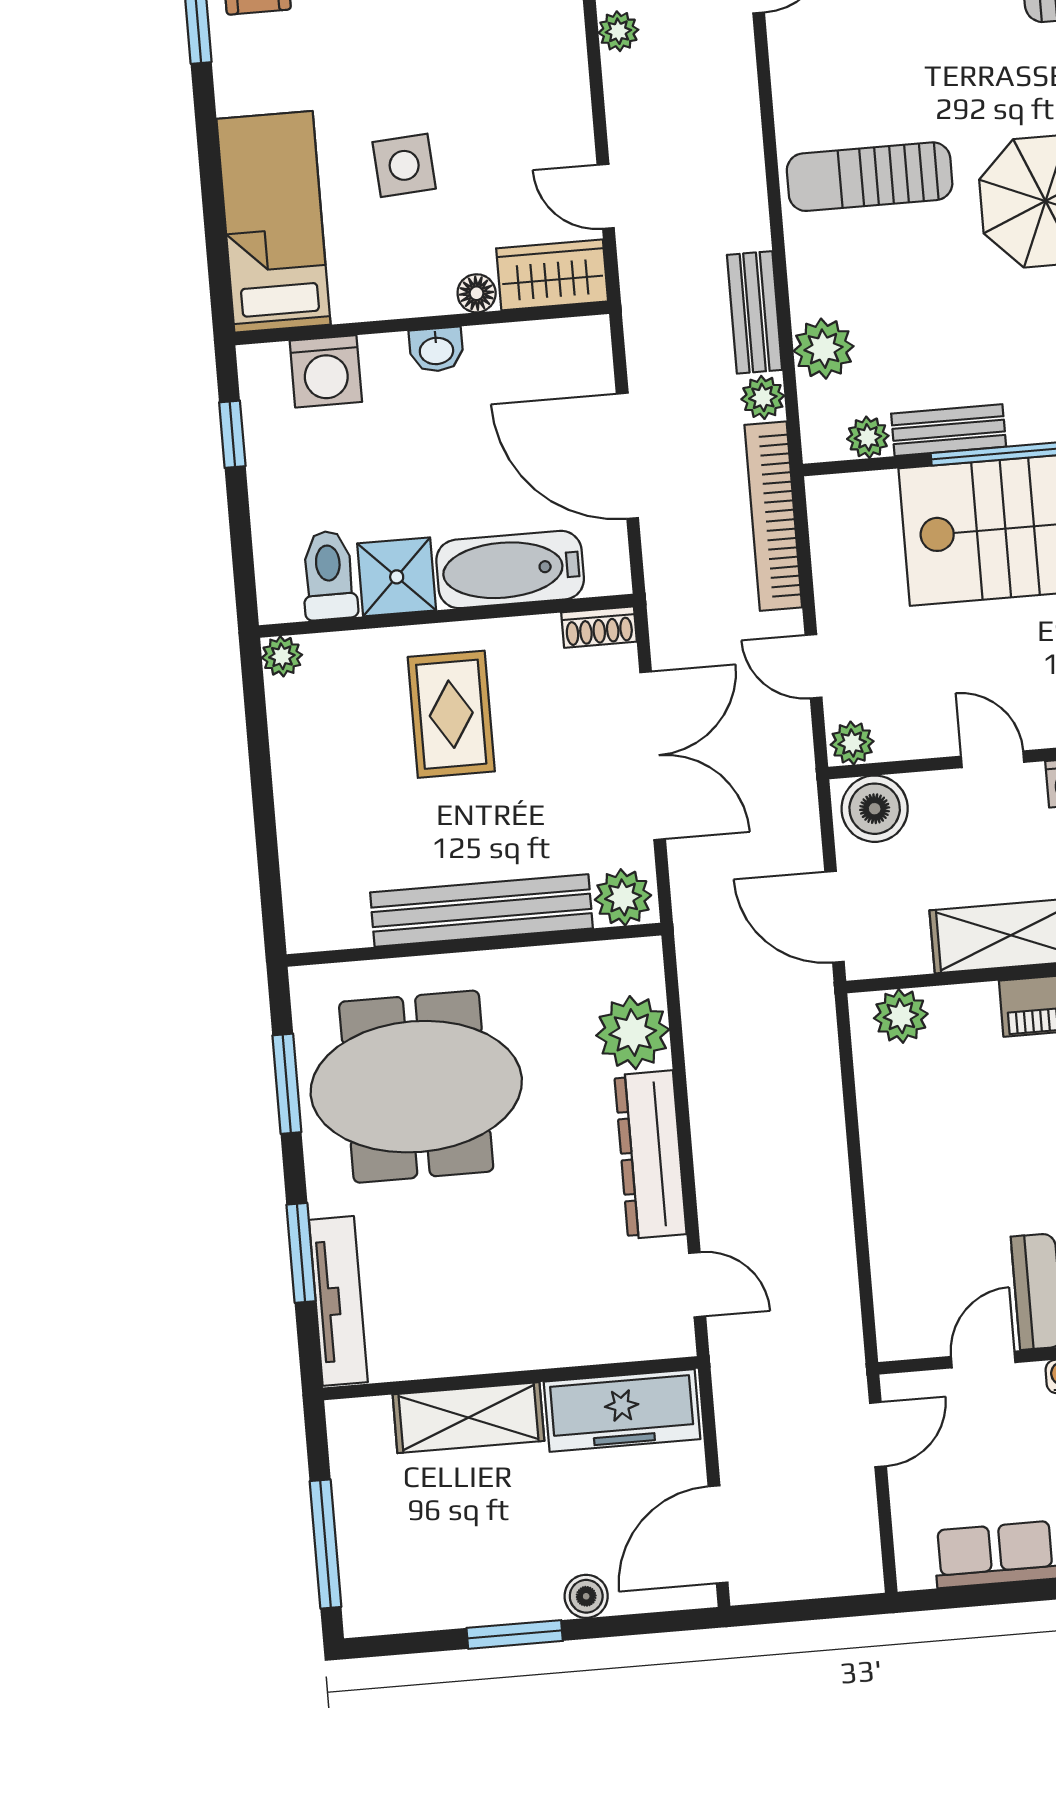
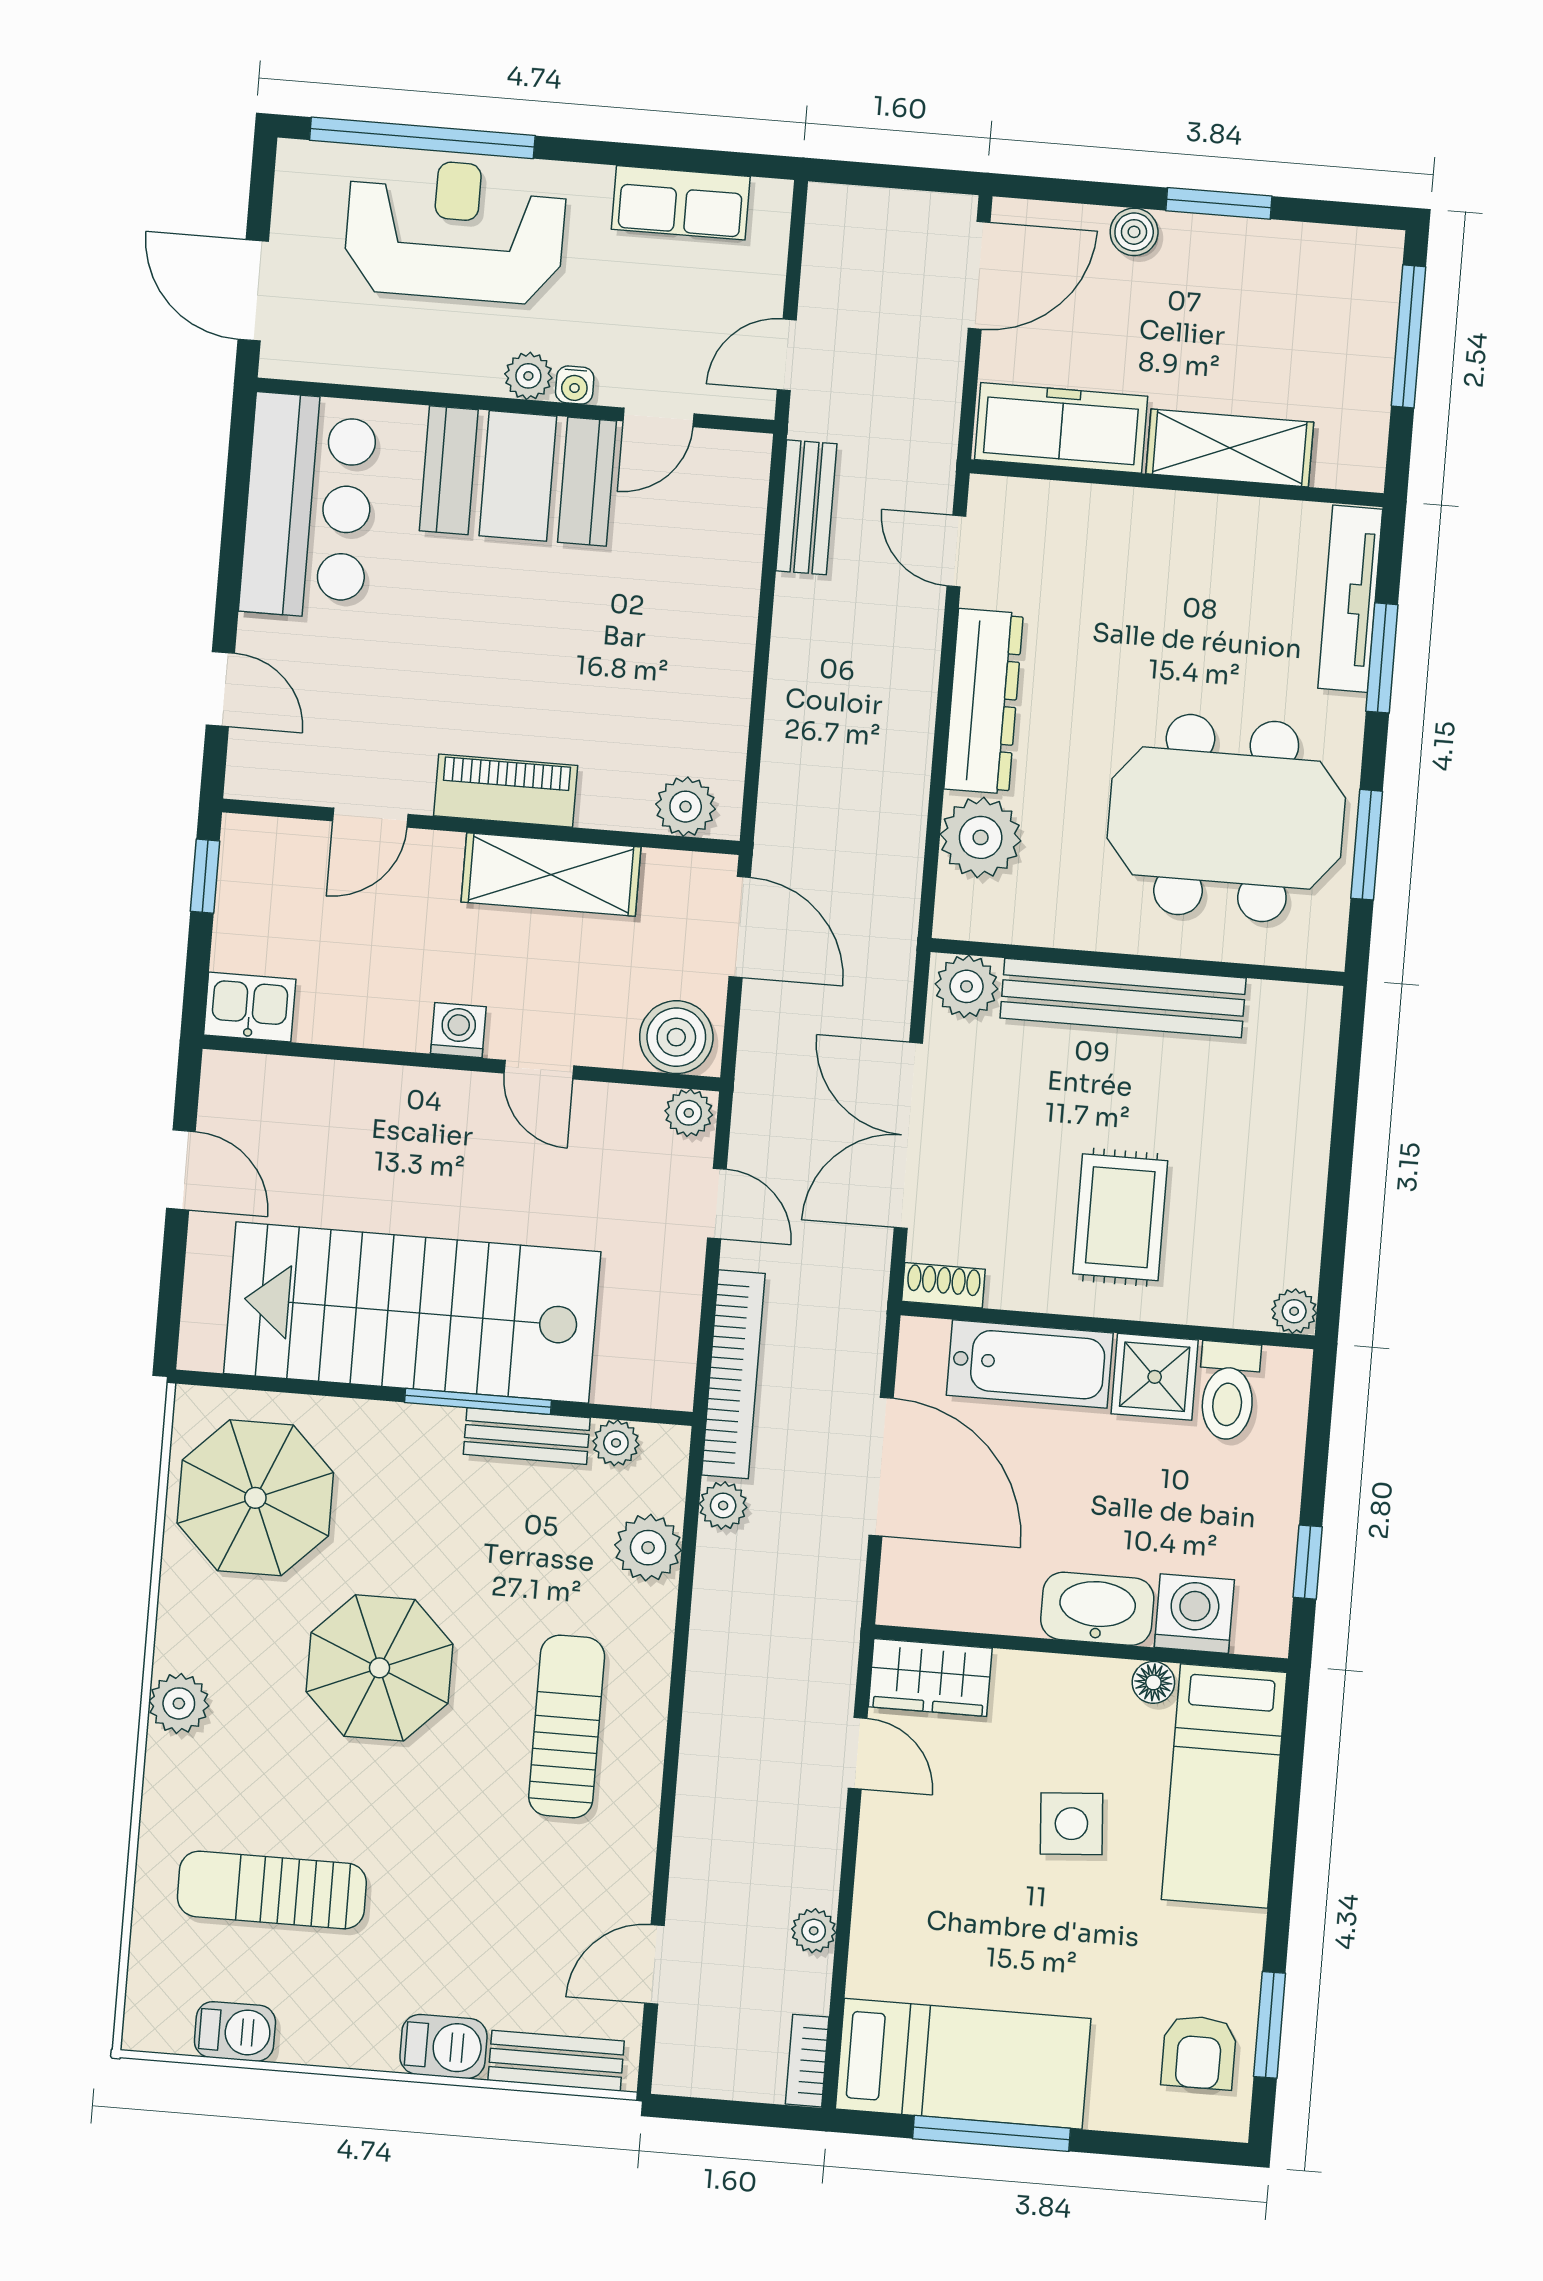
sun lounger: (870, 177) -> (567, 1726), turned -90
floor lamp: (477, 293) -> (1153, 1682), moved
bench: (755, 312) -> (806, 507), moved
washbasin: (436, 350) -> (1097, 1609), width x1.91, depth x1.45

